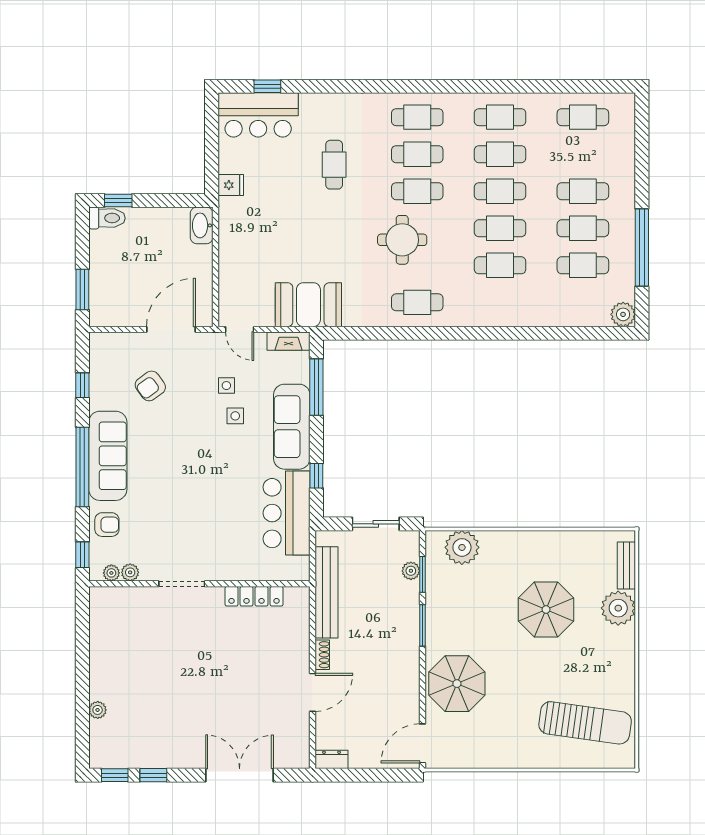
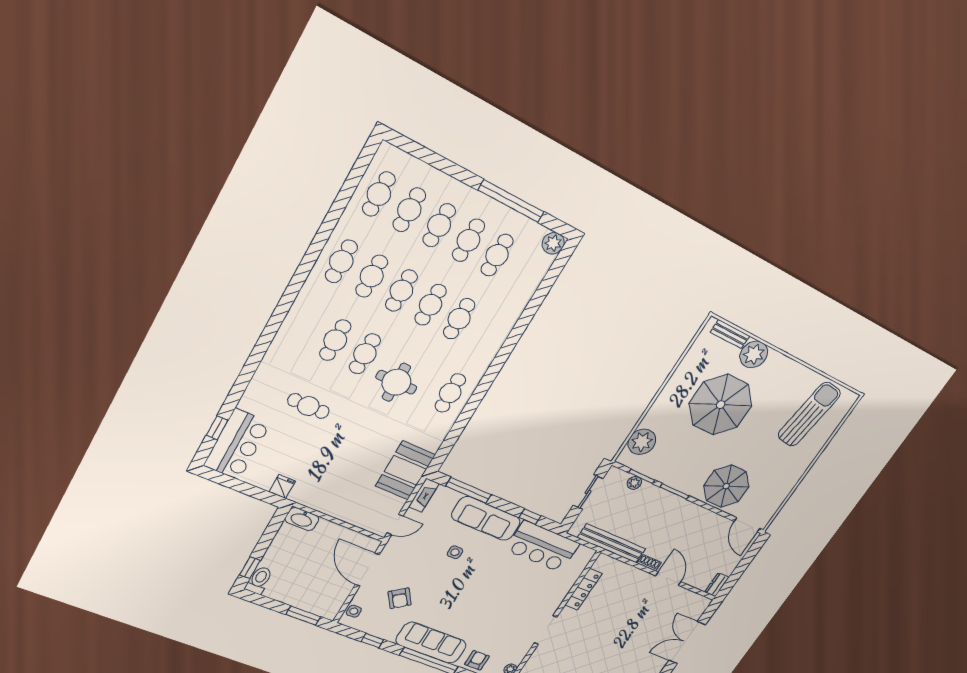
cafe table: (417, 117) -> (409, 210), moved
side table: (226, 386) -> (354, 611), moved
plant: (130, 572) -> (517, 658), removed
parasol: (546, 609) -> (721, 405), width x1.36, depth x1.36

